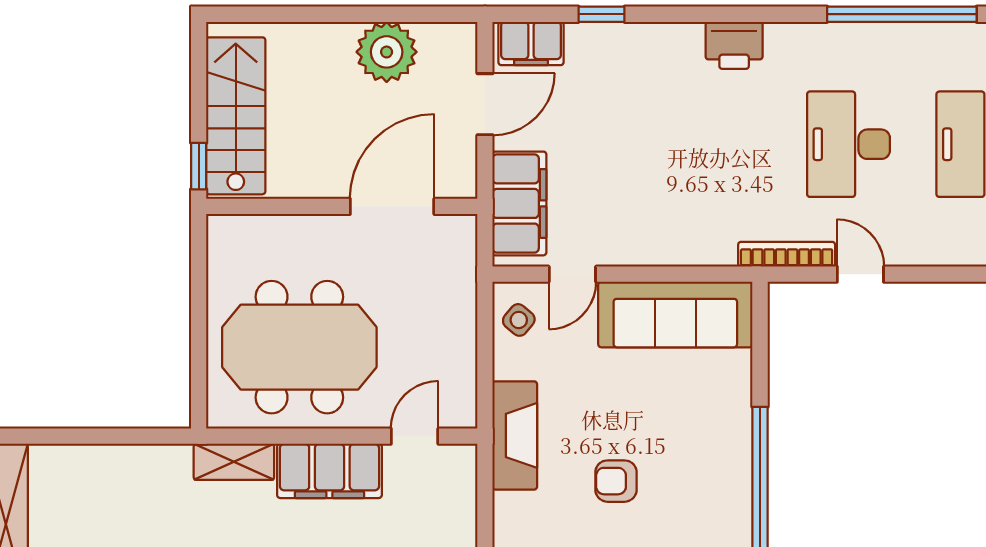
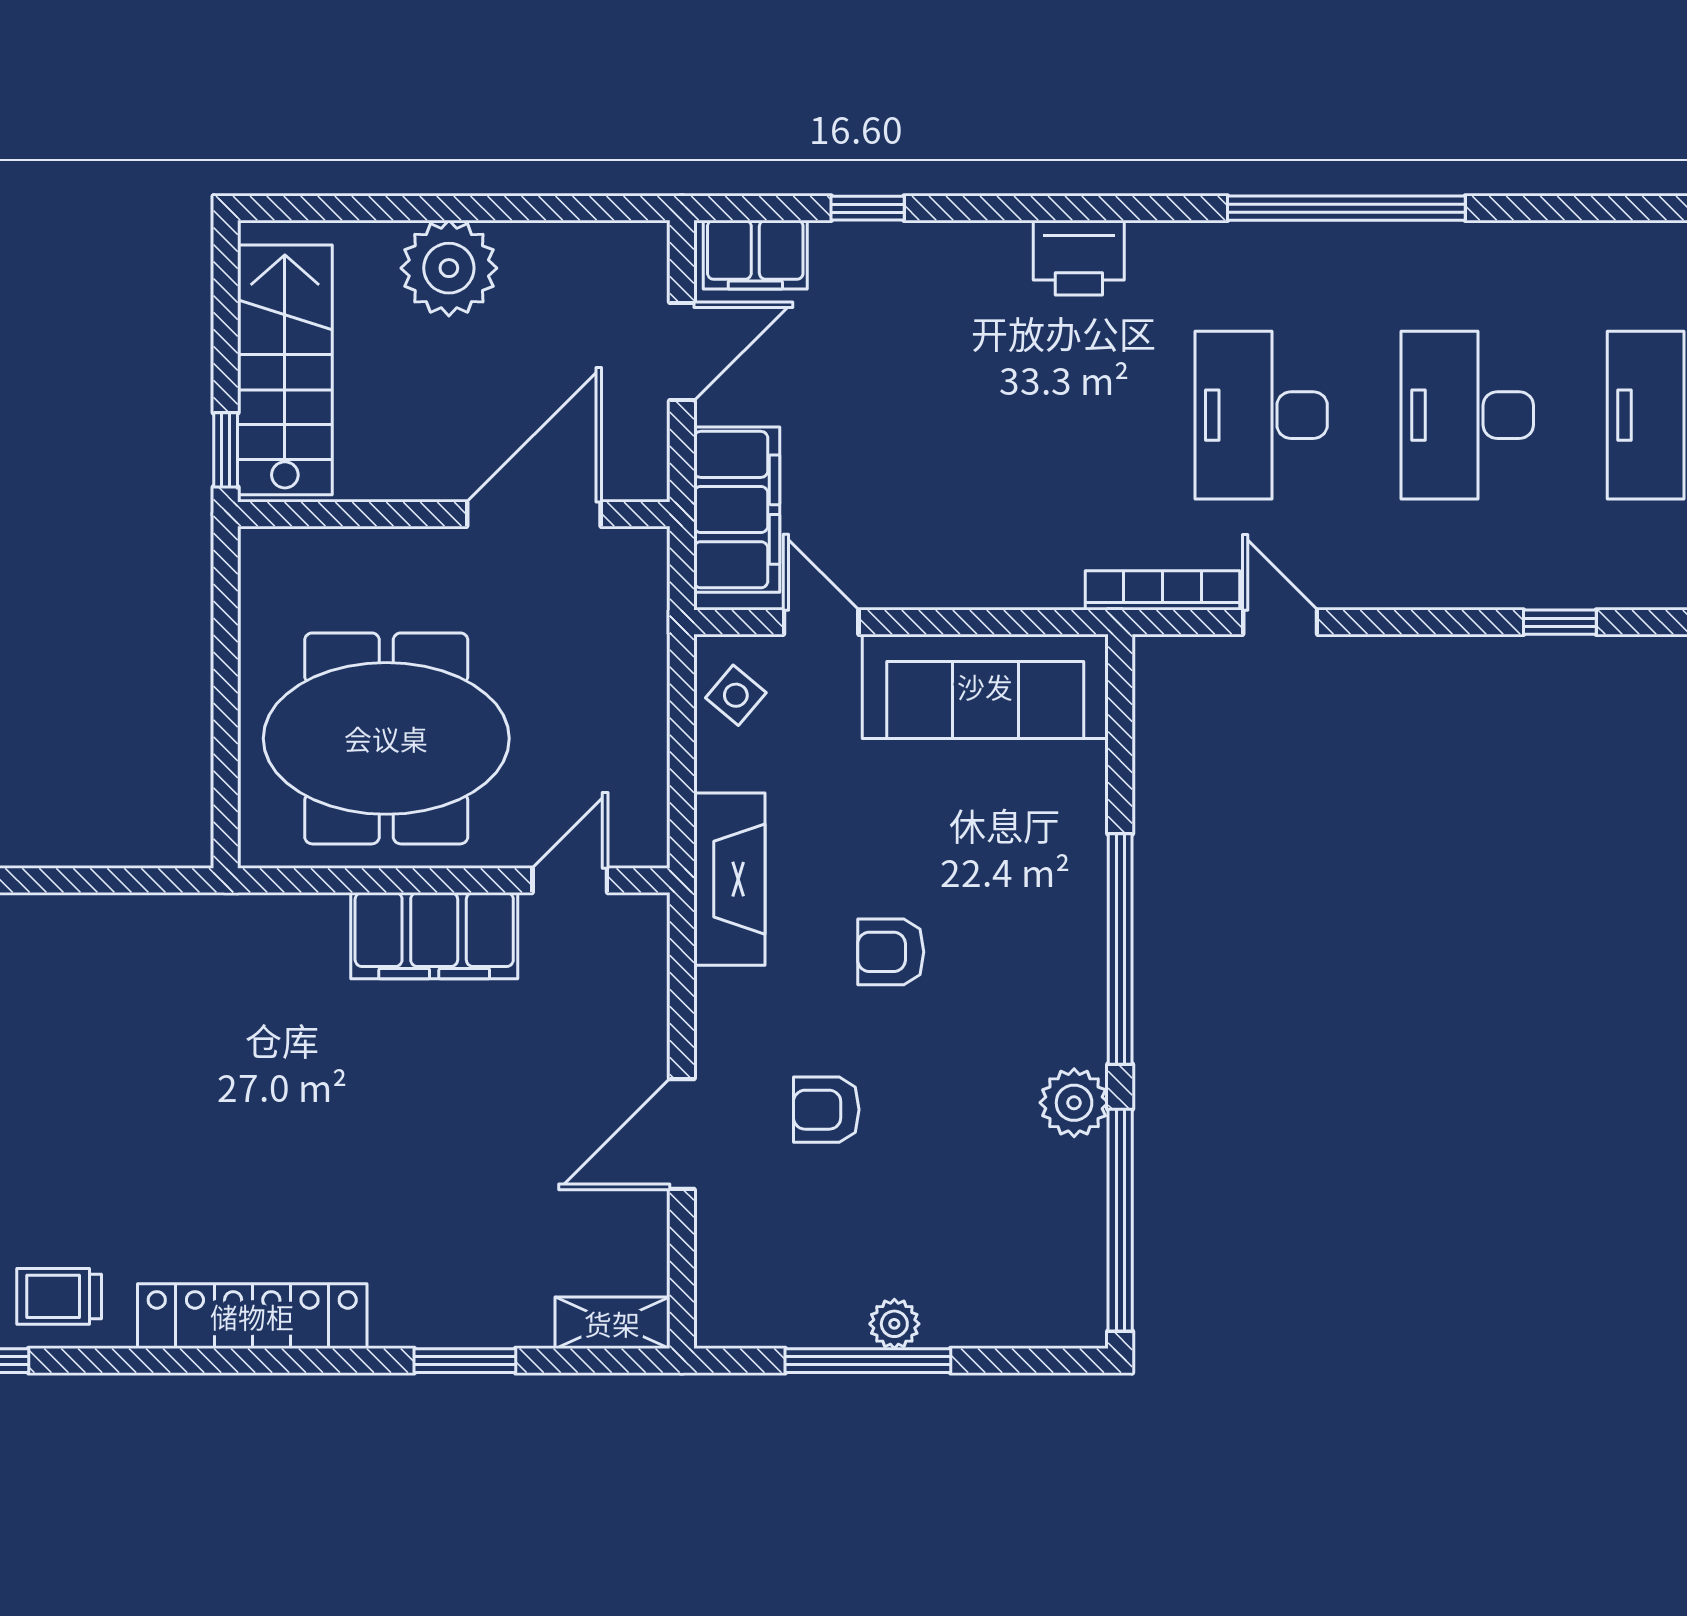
plant: (387, 52) -> (449, 268), moved
door: (572, 274) -> (821, 622), swing flipped
shelving: (234, 462) -> (282, 921), removed

